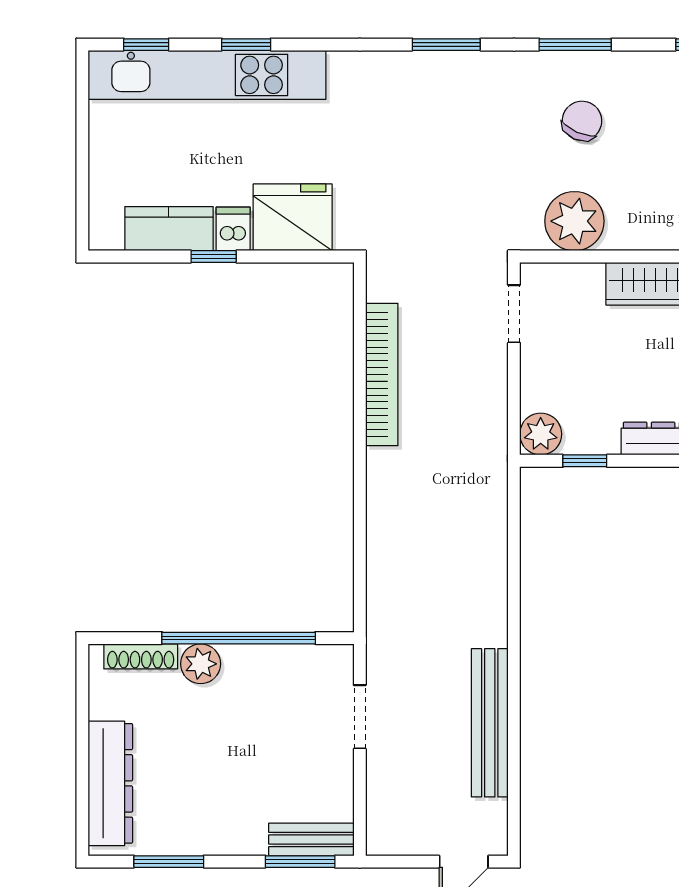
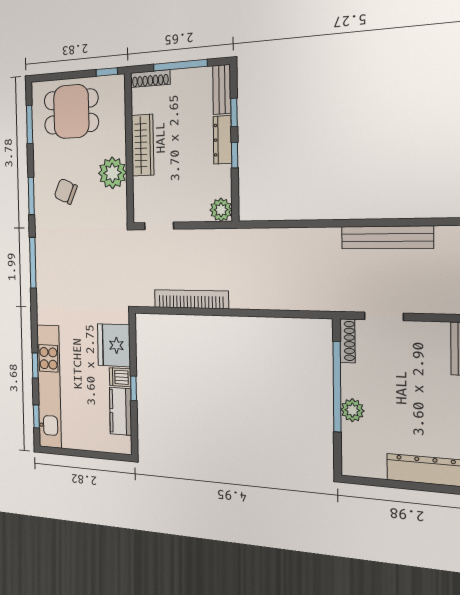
window: (446, 45) -> (33, 263), width x1.44
plant: (574, 221) -> (112, 173), moved
window: (585, 461) -> (235, 155), moved
shoe rack: (141, 656) -> (347, 341), moved

